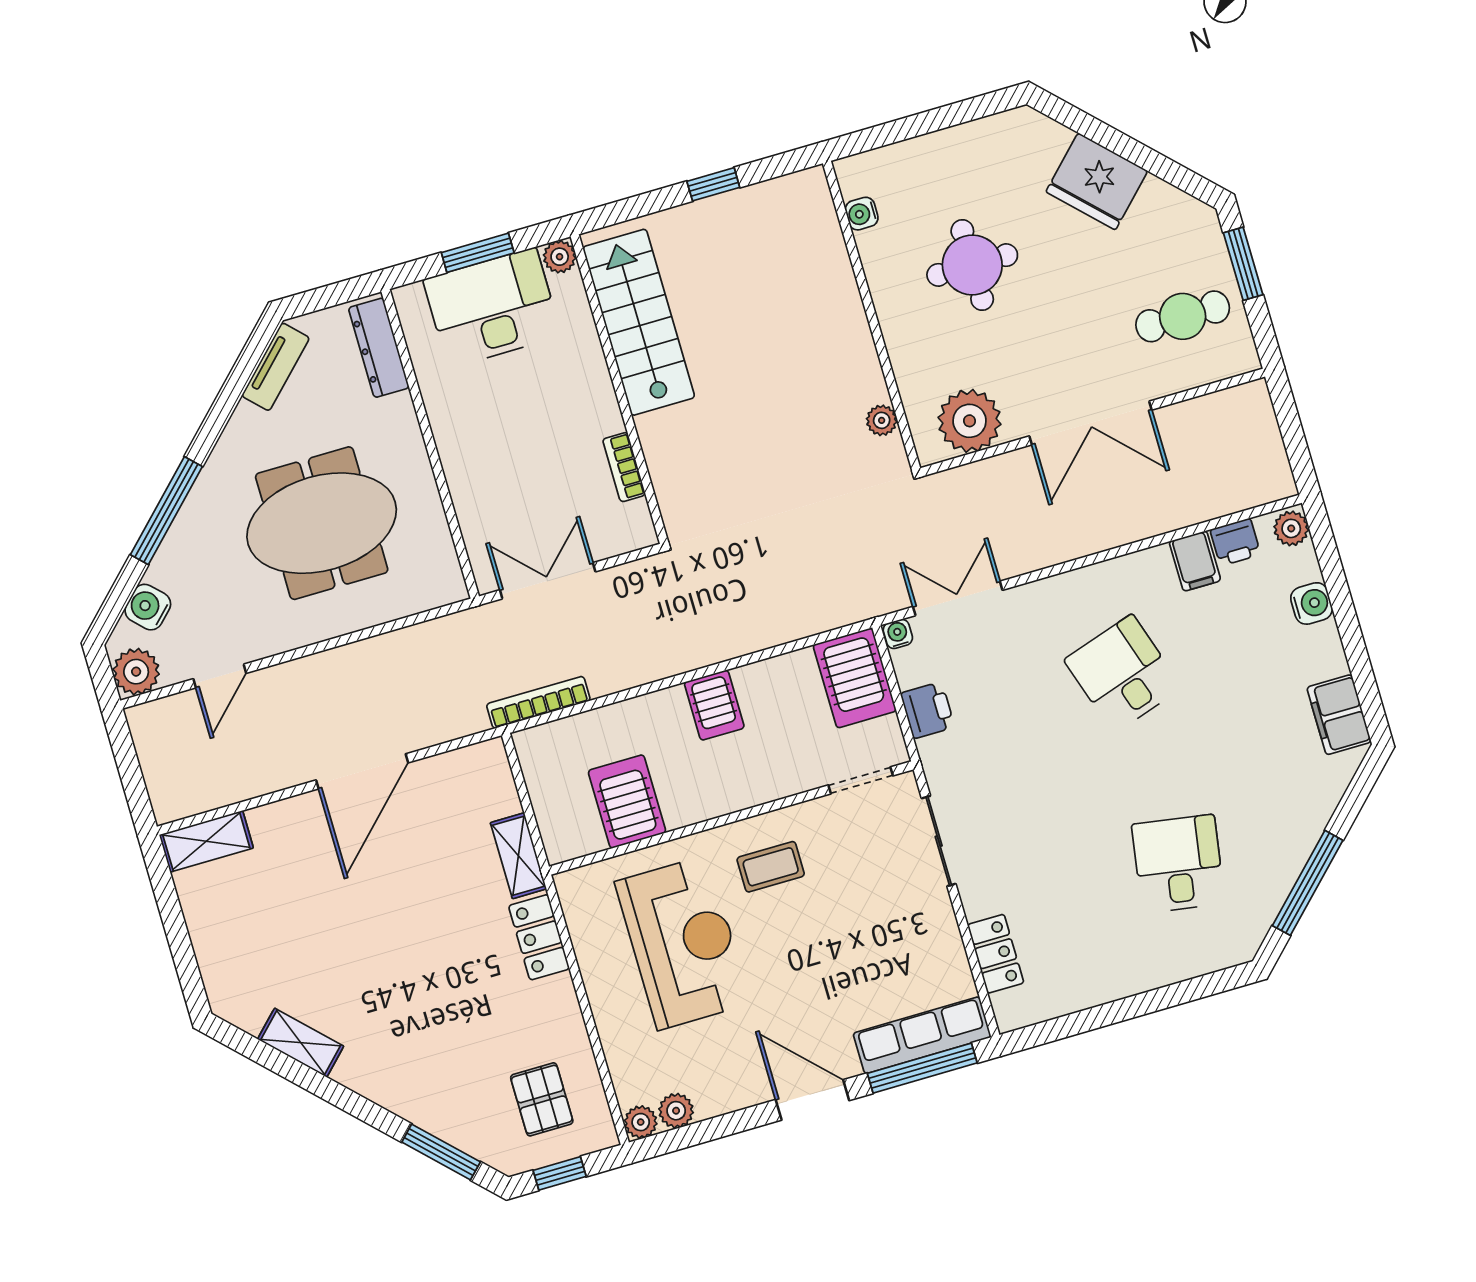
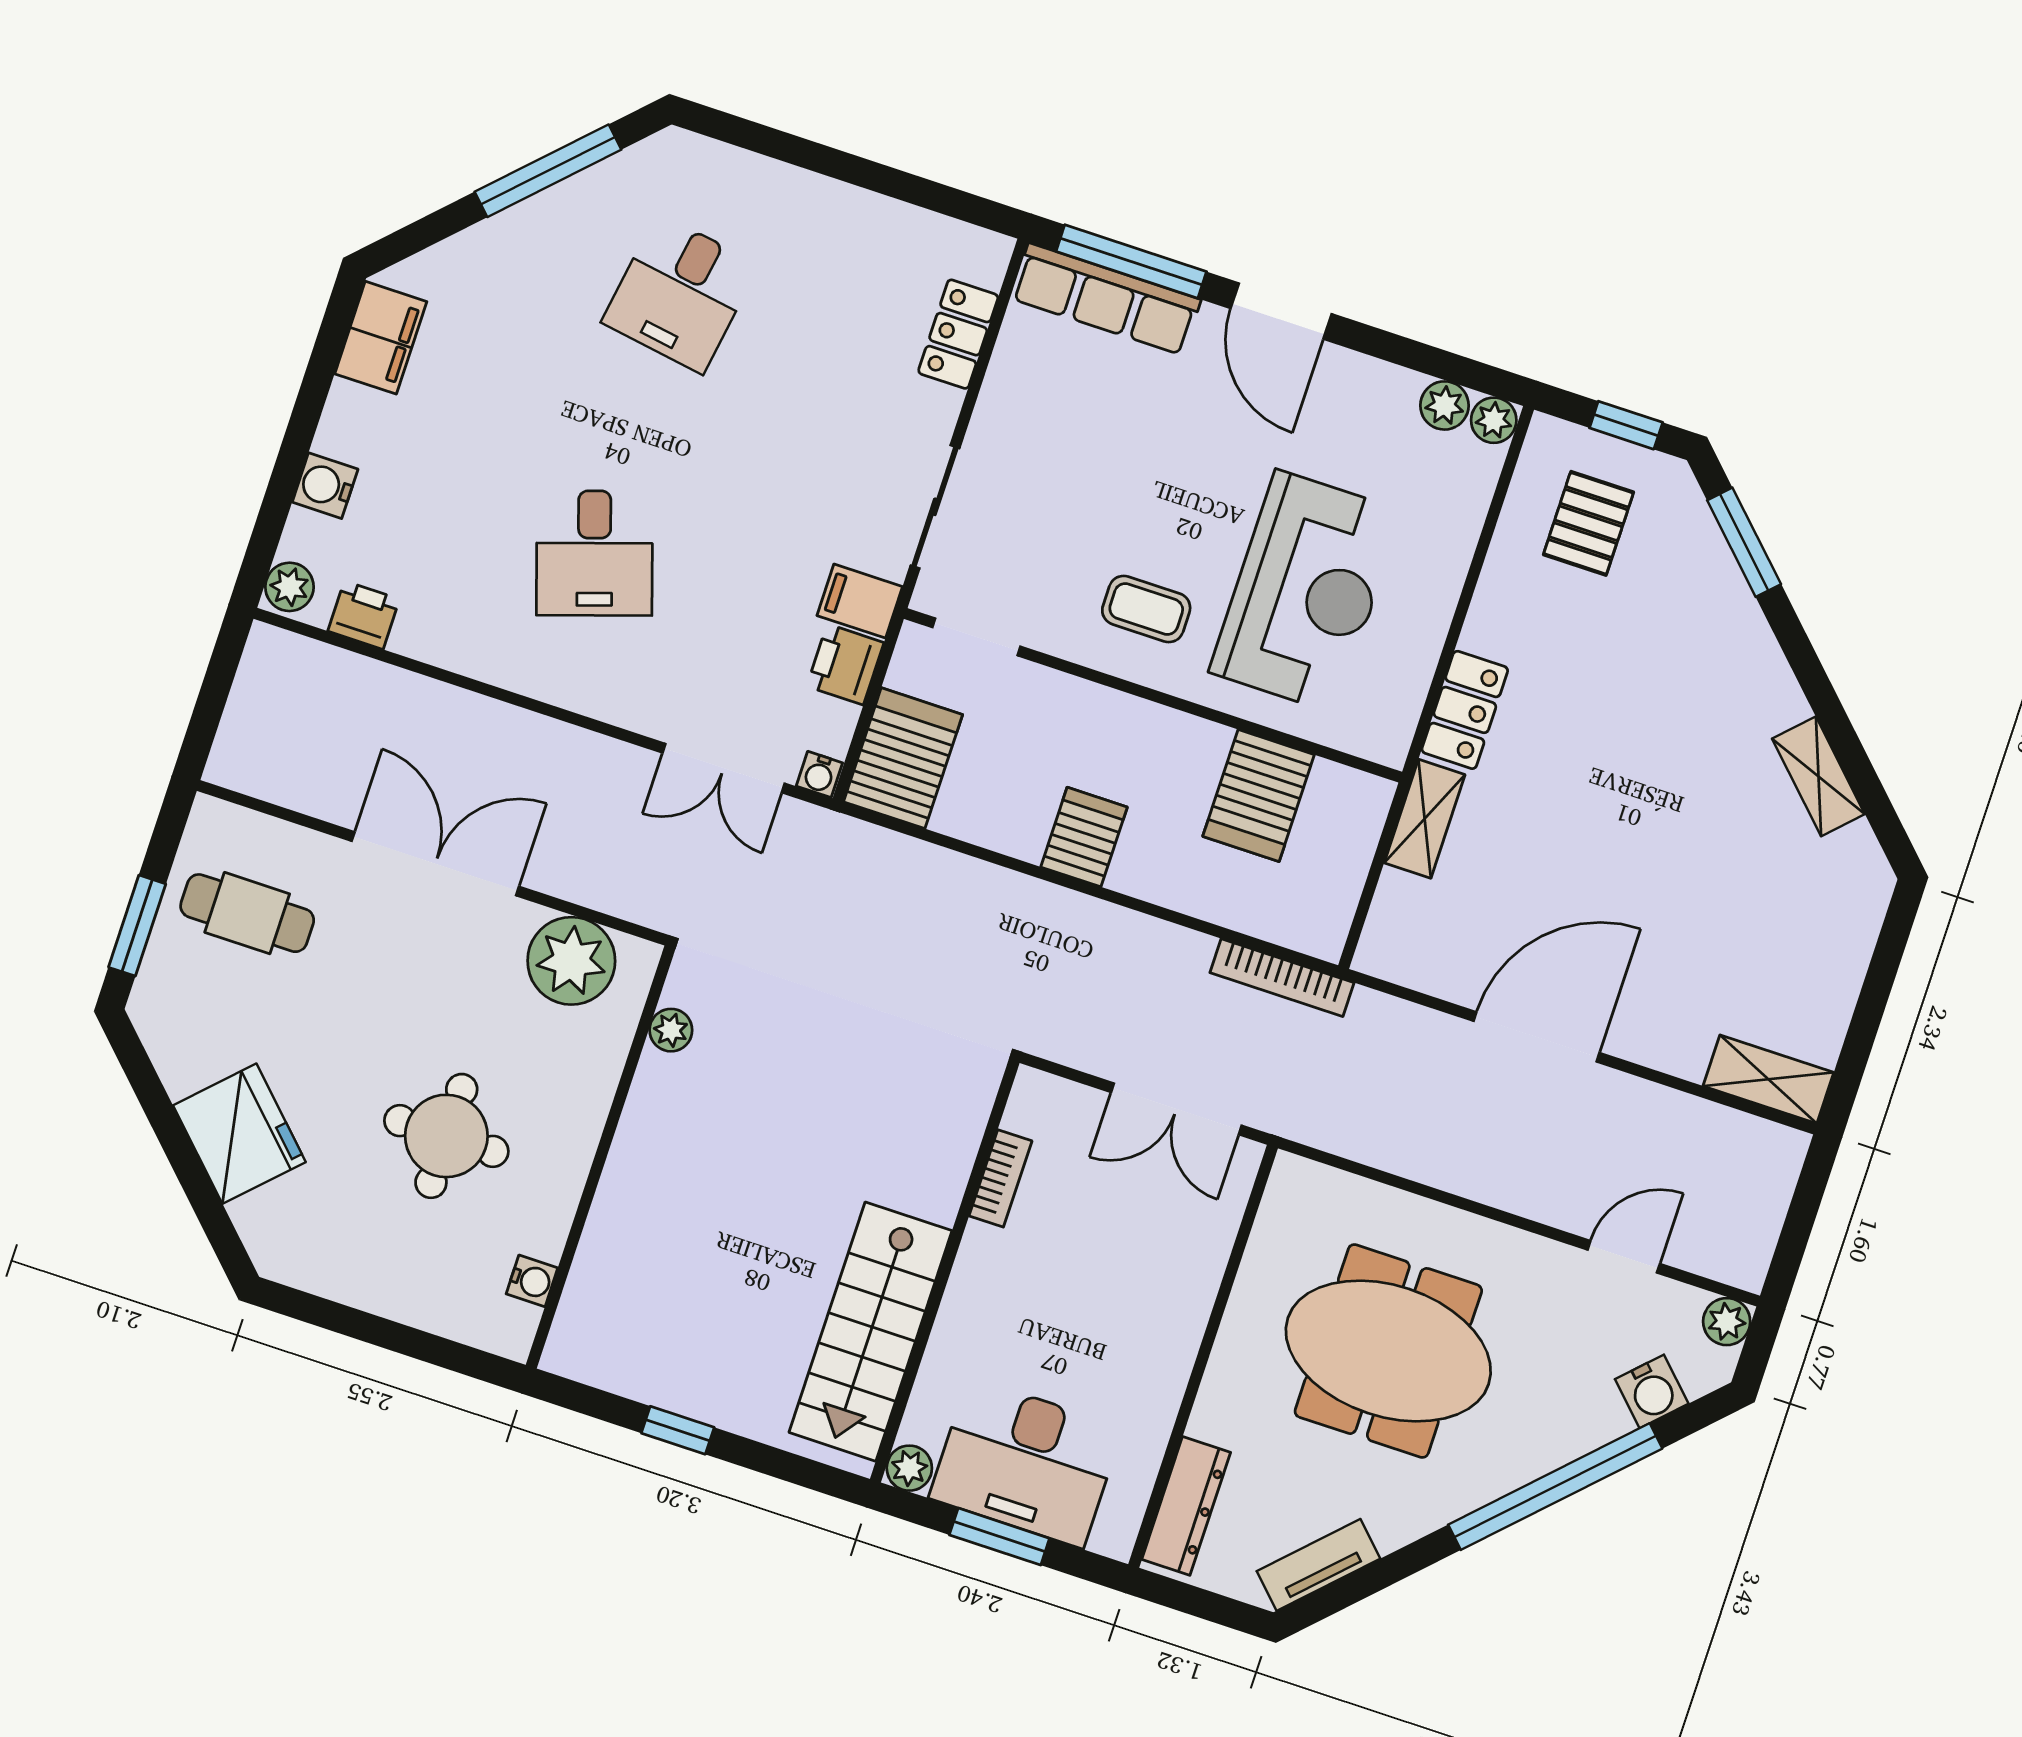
window: (166, 511) -> (1555, 1487), width x1.46
filing cabinet: (1195, 561) -> (860, 601), moved, turned -90
plant: (136, 672) -> (1727, 1322), width x0.73, depth x0.73
reception desk: (683, 943) -> (1306, 591), turned 180

